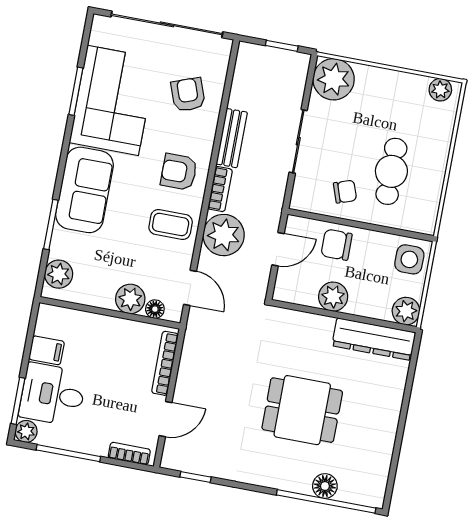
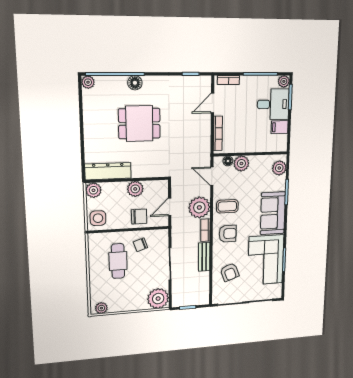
floor lamp: (325, 486) -> (135, 83), moved
plant: (374, 497) -> (88, 82), added

